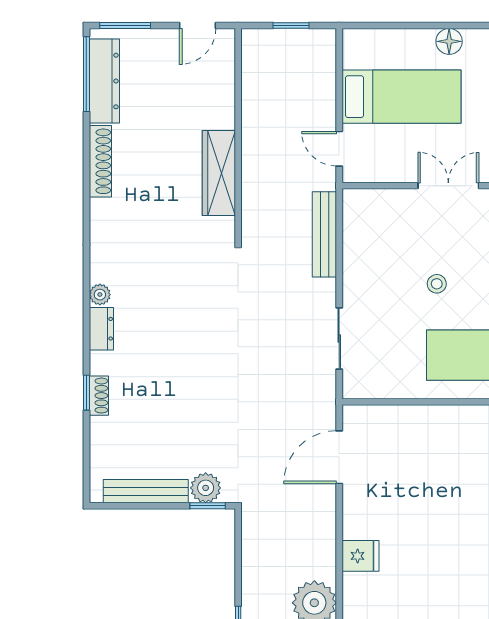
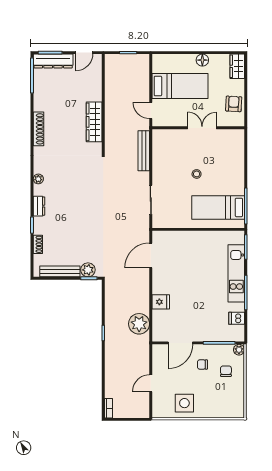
dresser: (104, 81) -> (53, 61), moved, turned 90
shoe rack: (100, 161) -> (39, 129), moved
dresser: (101, 329) -> (39, 206), moved
shoe rack: (99, 396) -> (38, 244), moved

